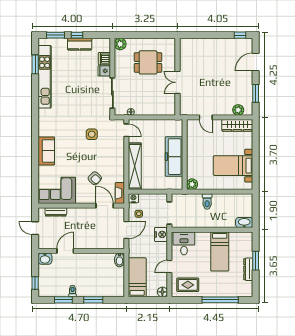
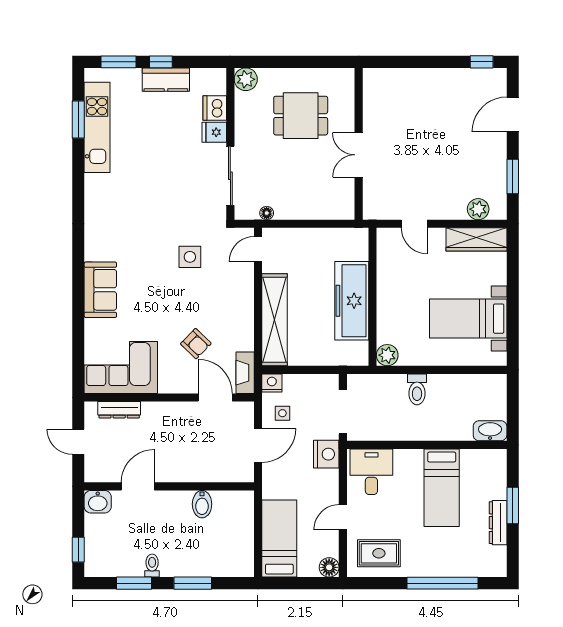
kitchen unit: (45, 77) -> (97, 127), width x0.73
door: (126, 130) -> (258, 249), swing flipped
bidet: (119, 260) -> (202, 504), moved

